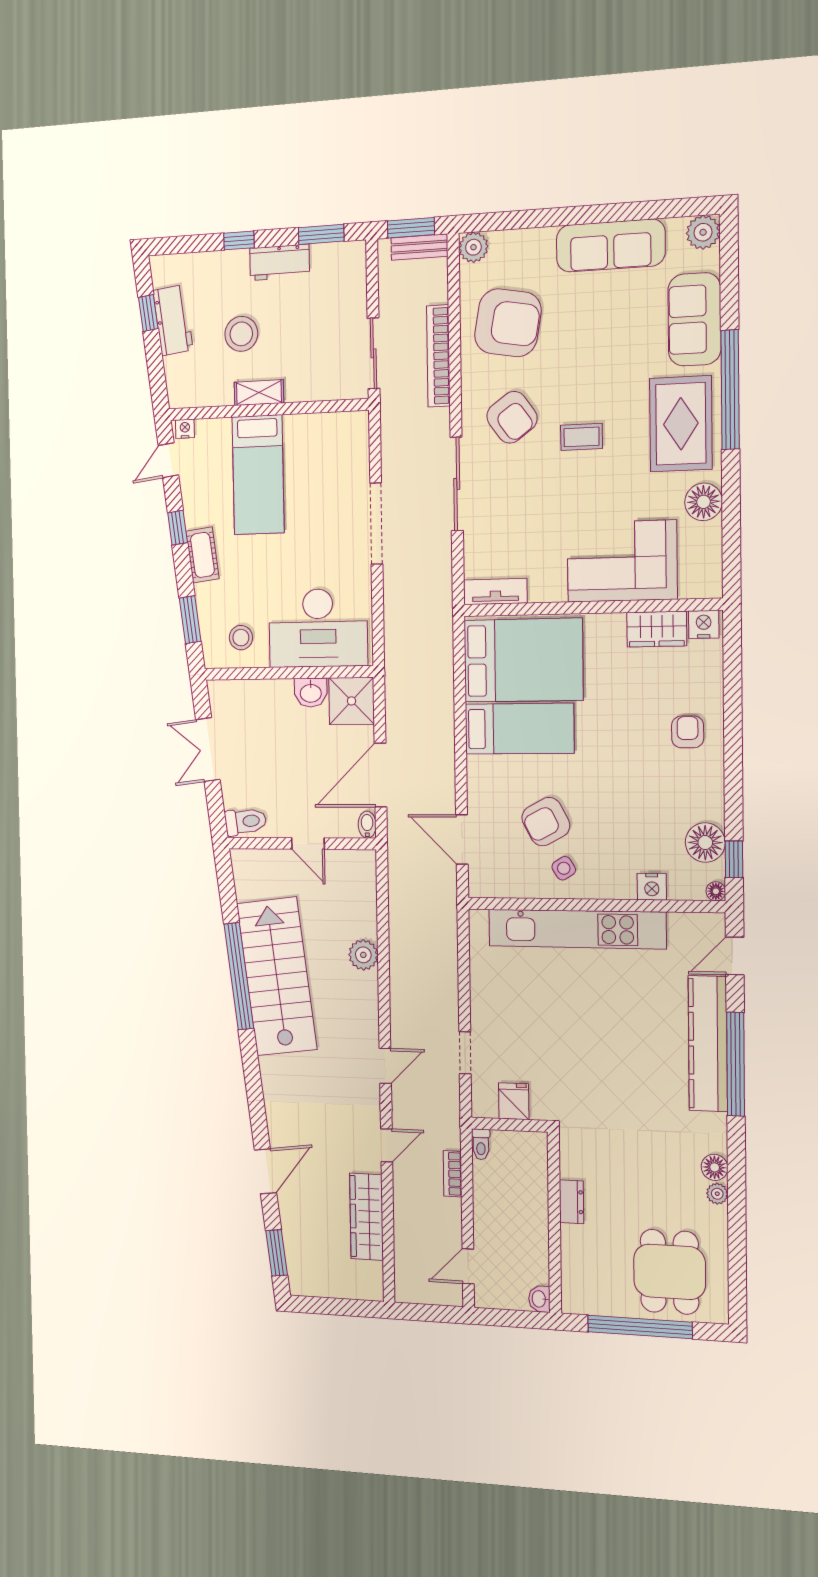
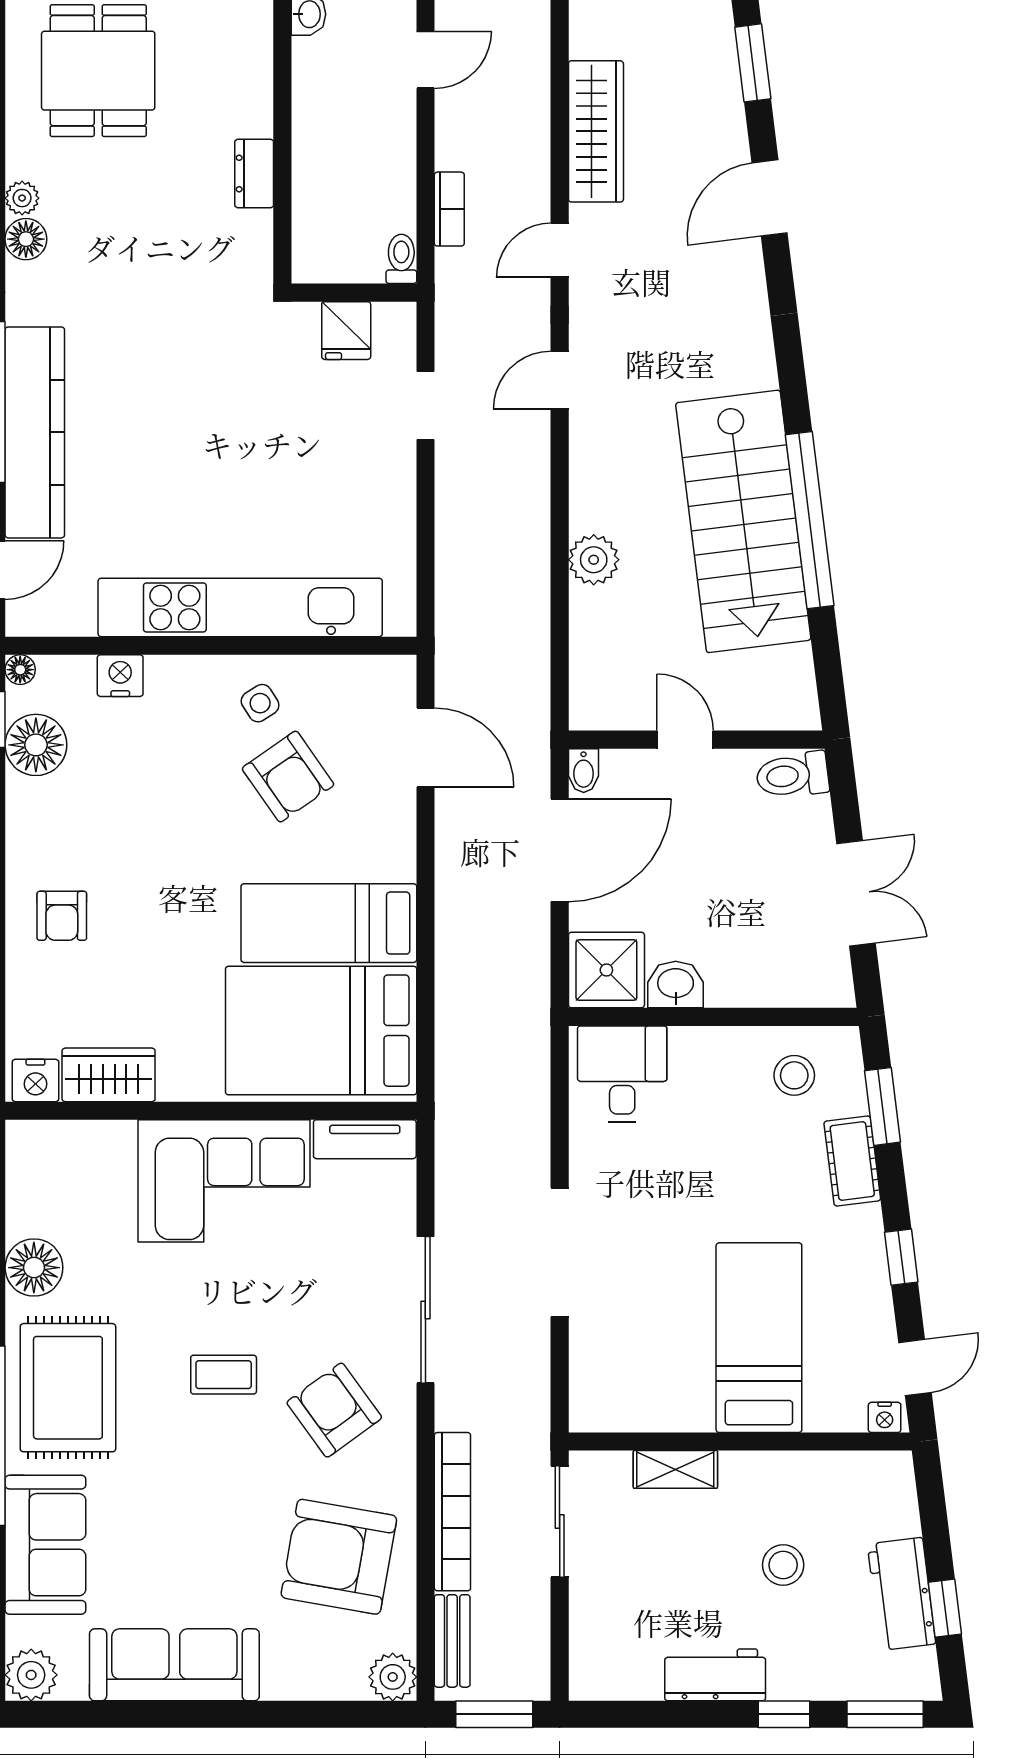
window: (321, 234) -> (885, 1714), moved
bench: (419, 247) -> (452, 1641), moved, turned 90
stool: (241, 334) -> (783, 1565), width x0.73, depth x0.73
shelving: (259, 393) -> (675, 1469), moved
cot: (202, 555) -> (852, 1161), moved
corner sofa: (622, 561) -> (224, 1181), moved
desk: (318, 628) -> (622, 1074), width x0.53, depth x0.77
armchair: (546, 822) -> (288, 777), turned 83

